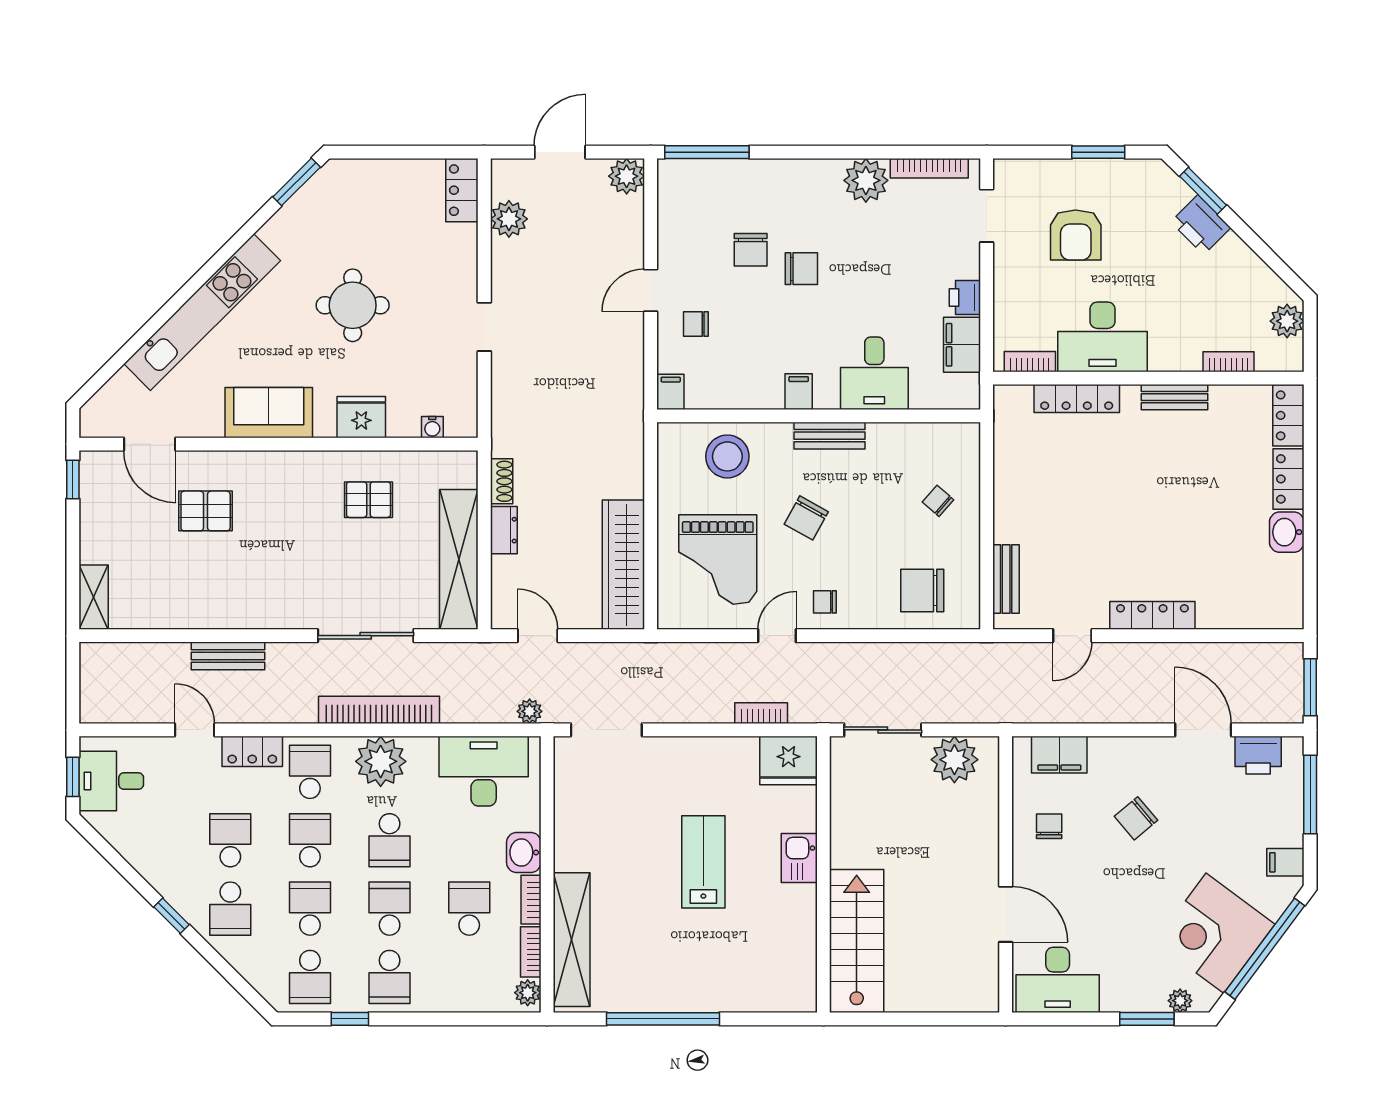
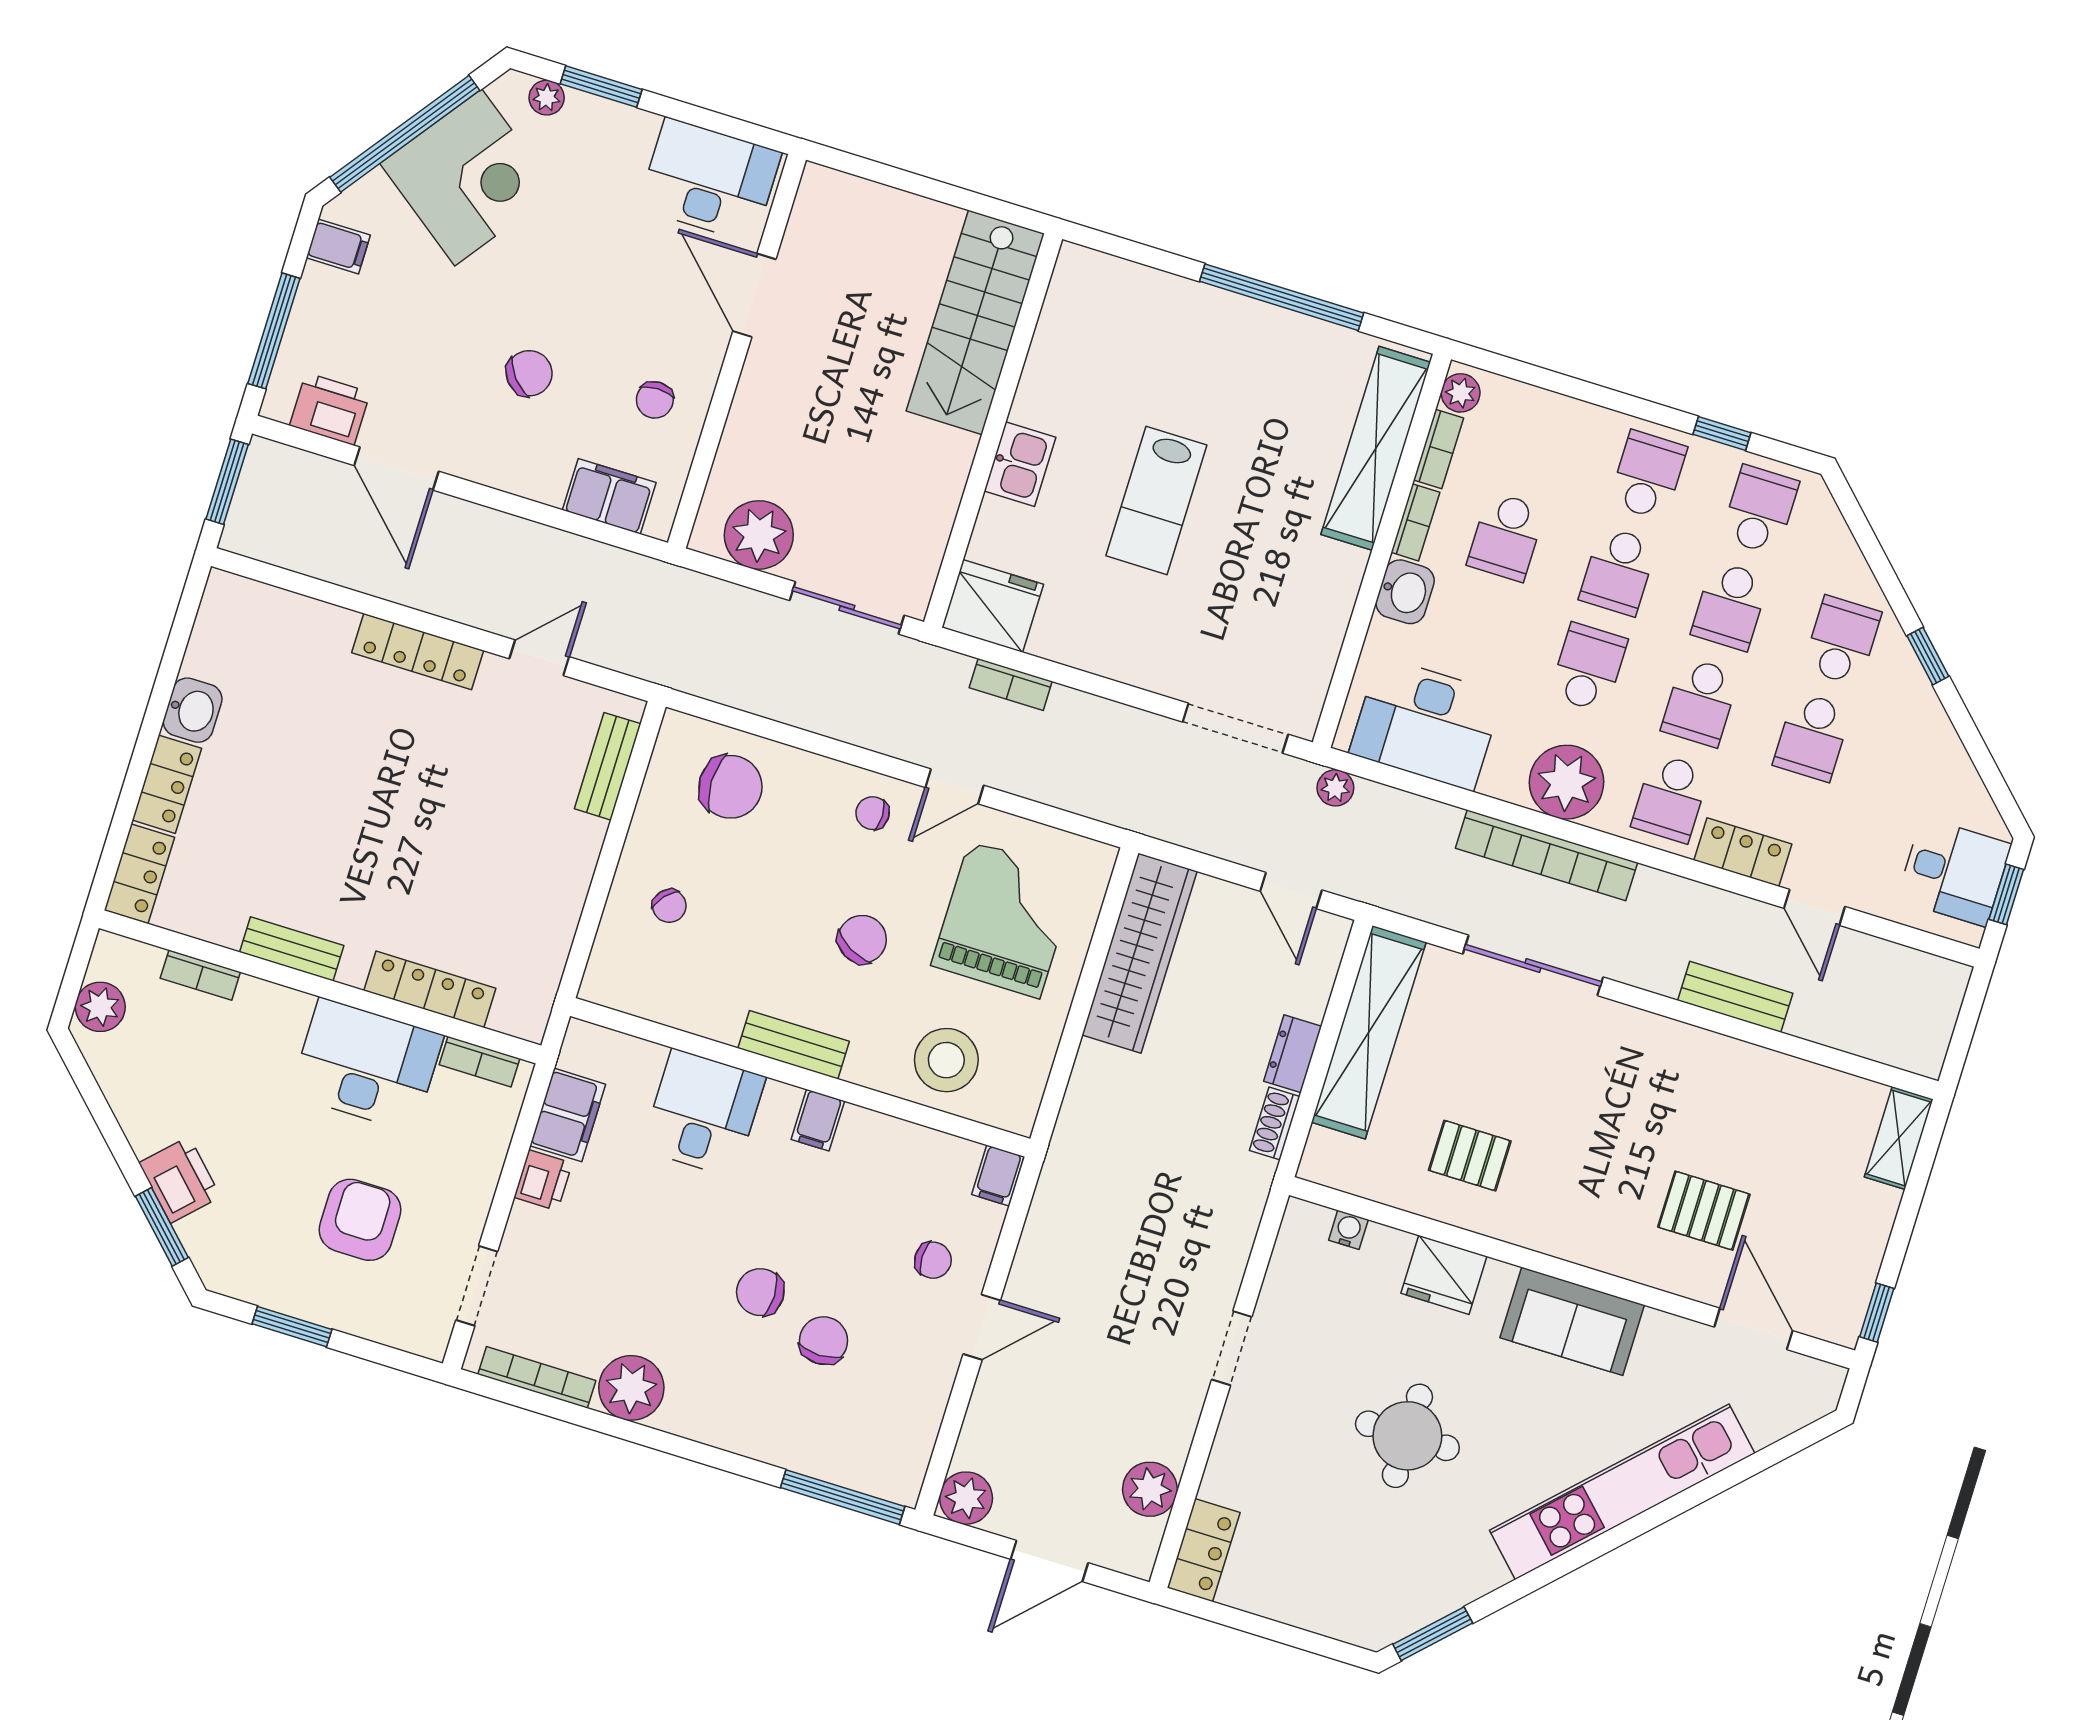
chair: (825, 602) -> (873, 813), turned 180

